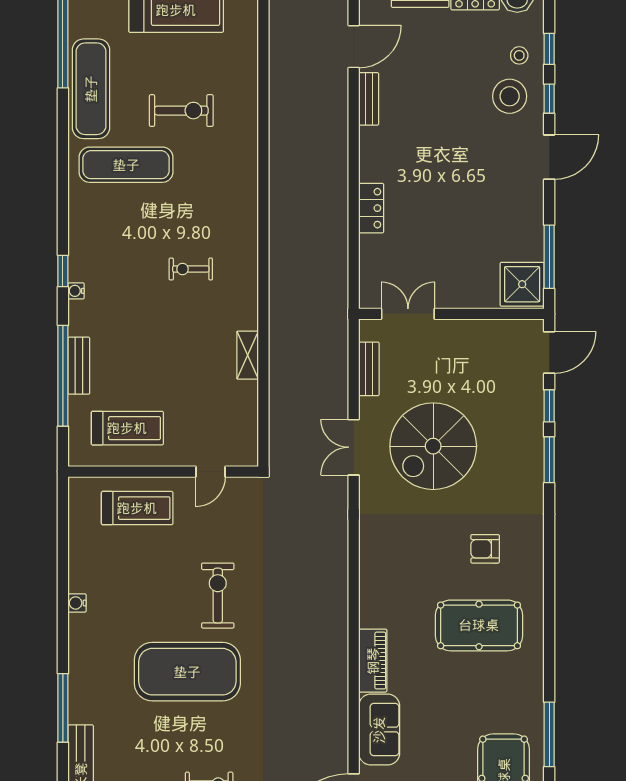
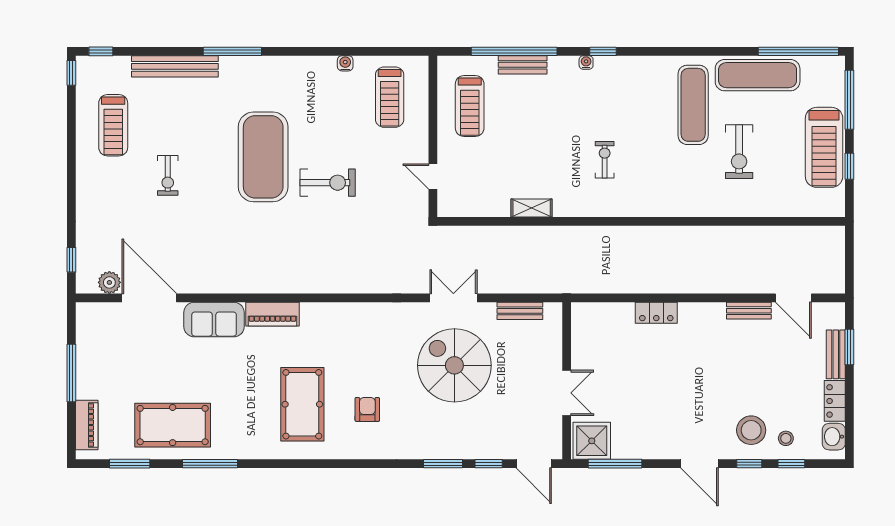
double door: (408, 314) -> (567, 393), moved
treadmill: (137, 508) -> (390, 97), moved
water cooler: (77, 603) -> (345, 63), moved

